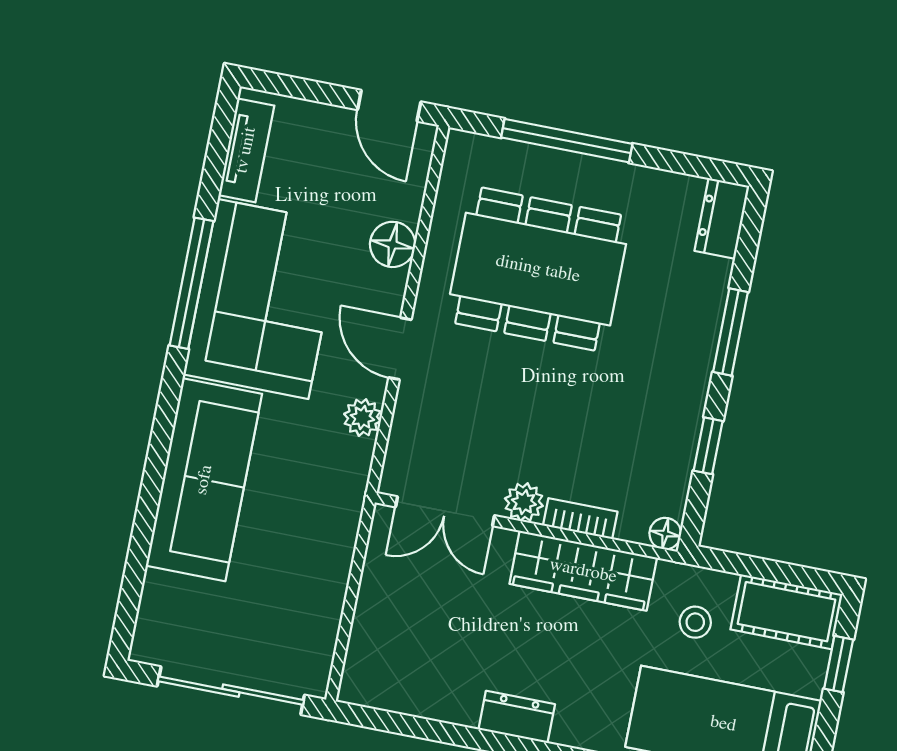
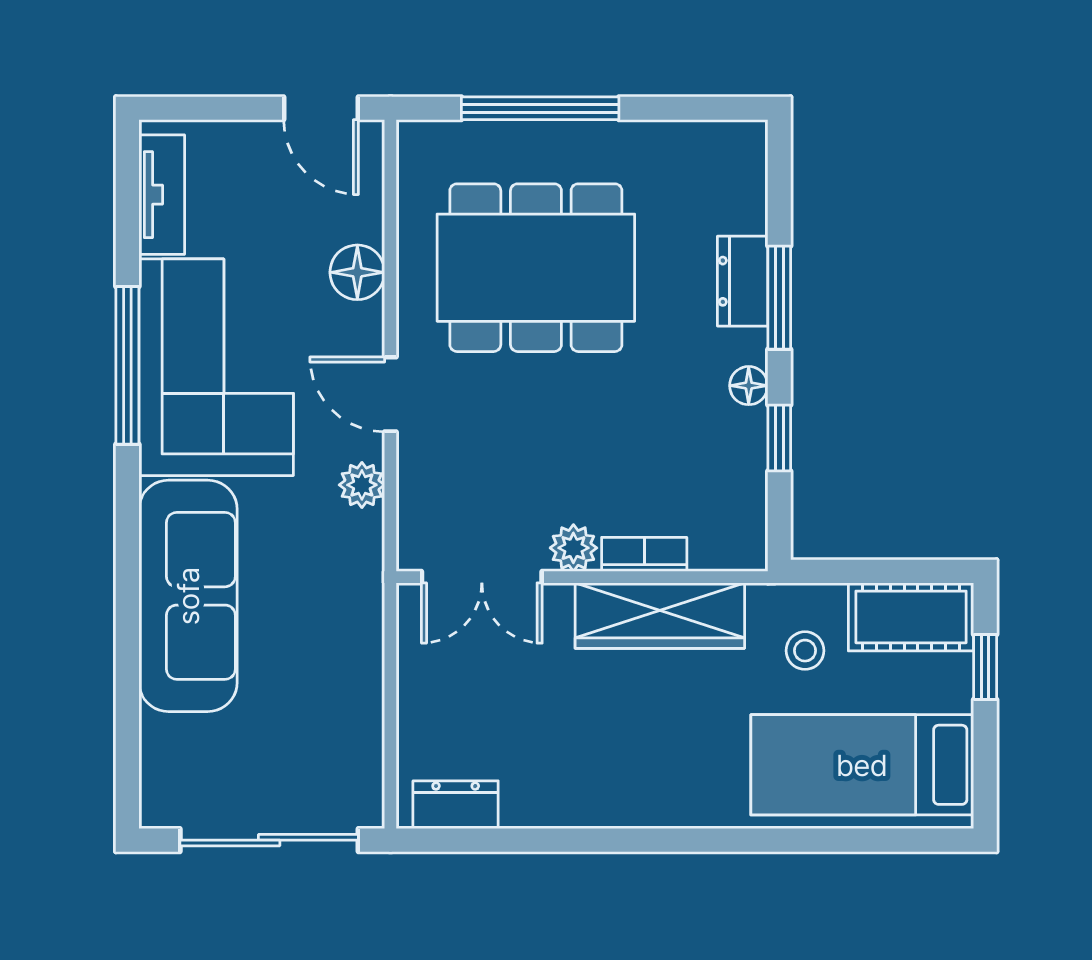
dresser: (722, 218) -> (743, 281), moved
floor lamp: (665, 534) -> (749, 386), moved
dresser: (517, 717) -> (456, 805), moved

